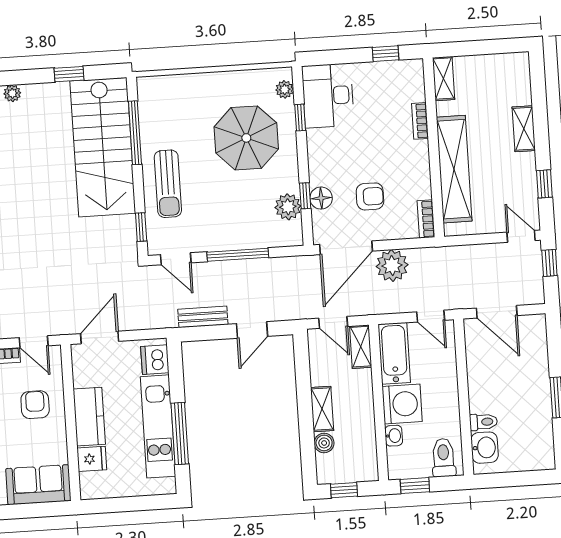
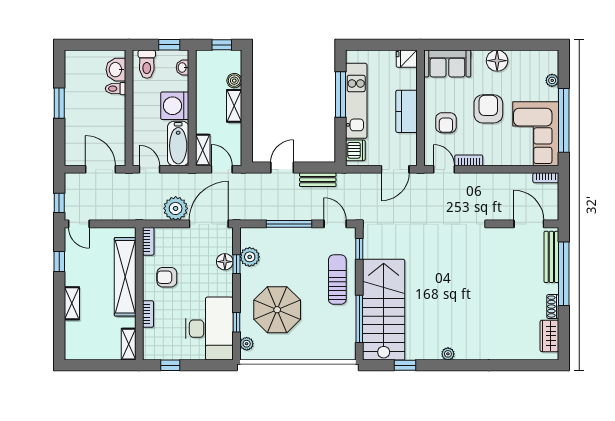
desk: (328, 96) -> (209, 329), width x1.36, depth x1.30
armchair: (370, 196) -> (167, 277), moved
washbasin: (394, 436) -> (183, 67), moved
fridge: (92, 459) -> (407, 59), moved

